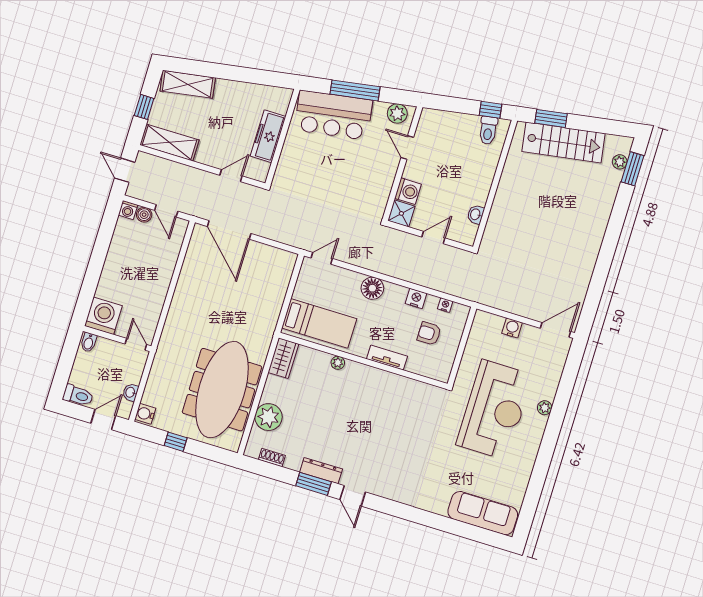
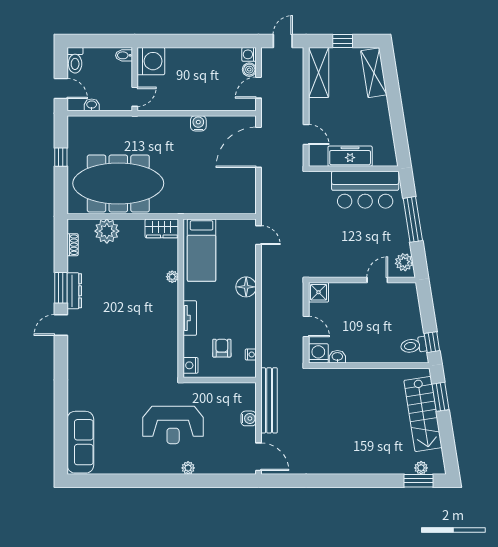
bar counter: (333, 115) -> (365, 190), moved, turned -81
washing machine: (408, 191) -> (318, 353), moved, turned 180
nightstand: (416, 298) -> (190, 365), moved, turned 180
bench: (500, 301) -> (269, 400), added
reception desk: (494, 410) -> (173, 425), width x0.74, depth x0.77
water cooler: (145, 414) -> (198, 123), moved

